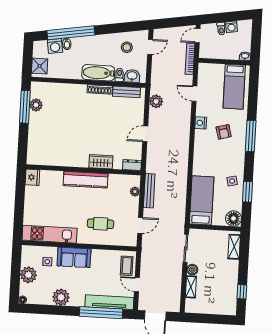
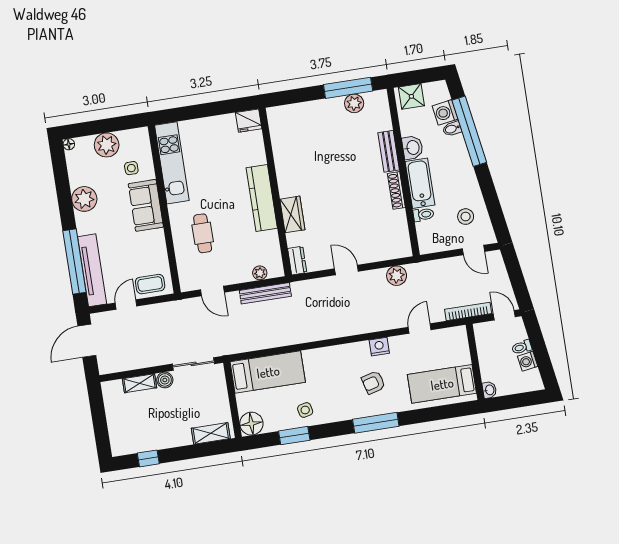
washbasin: (132, 76) -> (412, 148), moved
bench: (127, 92) -> (389, 151), moved

